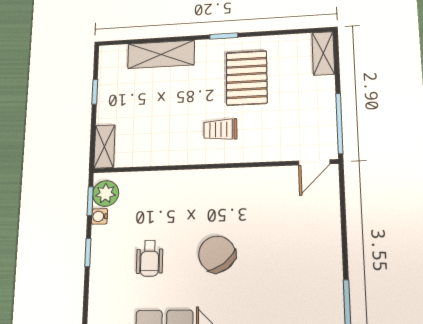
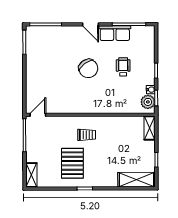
shelving: (161, 54) -> (137, 180), moved

